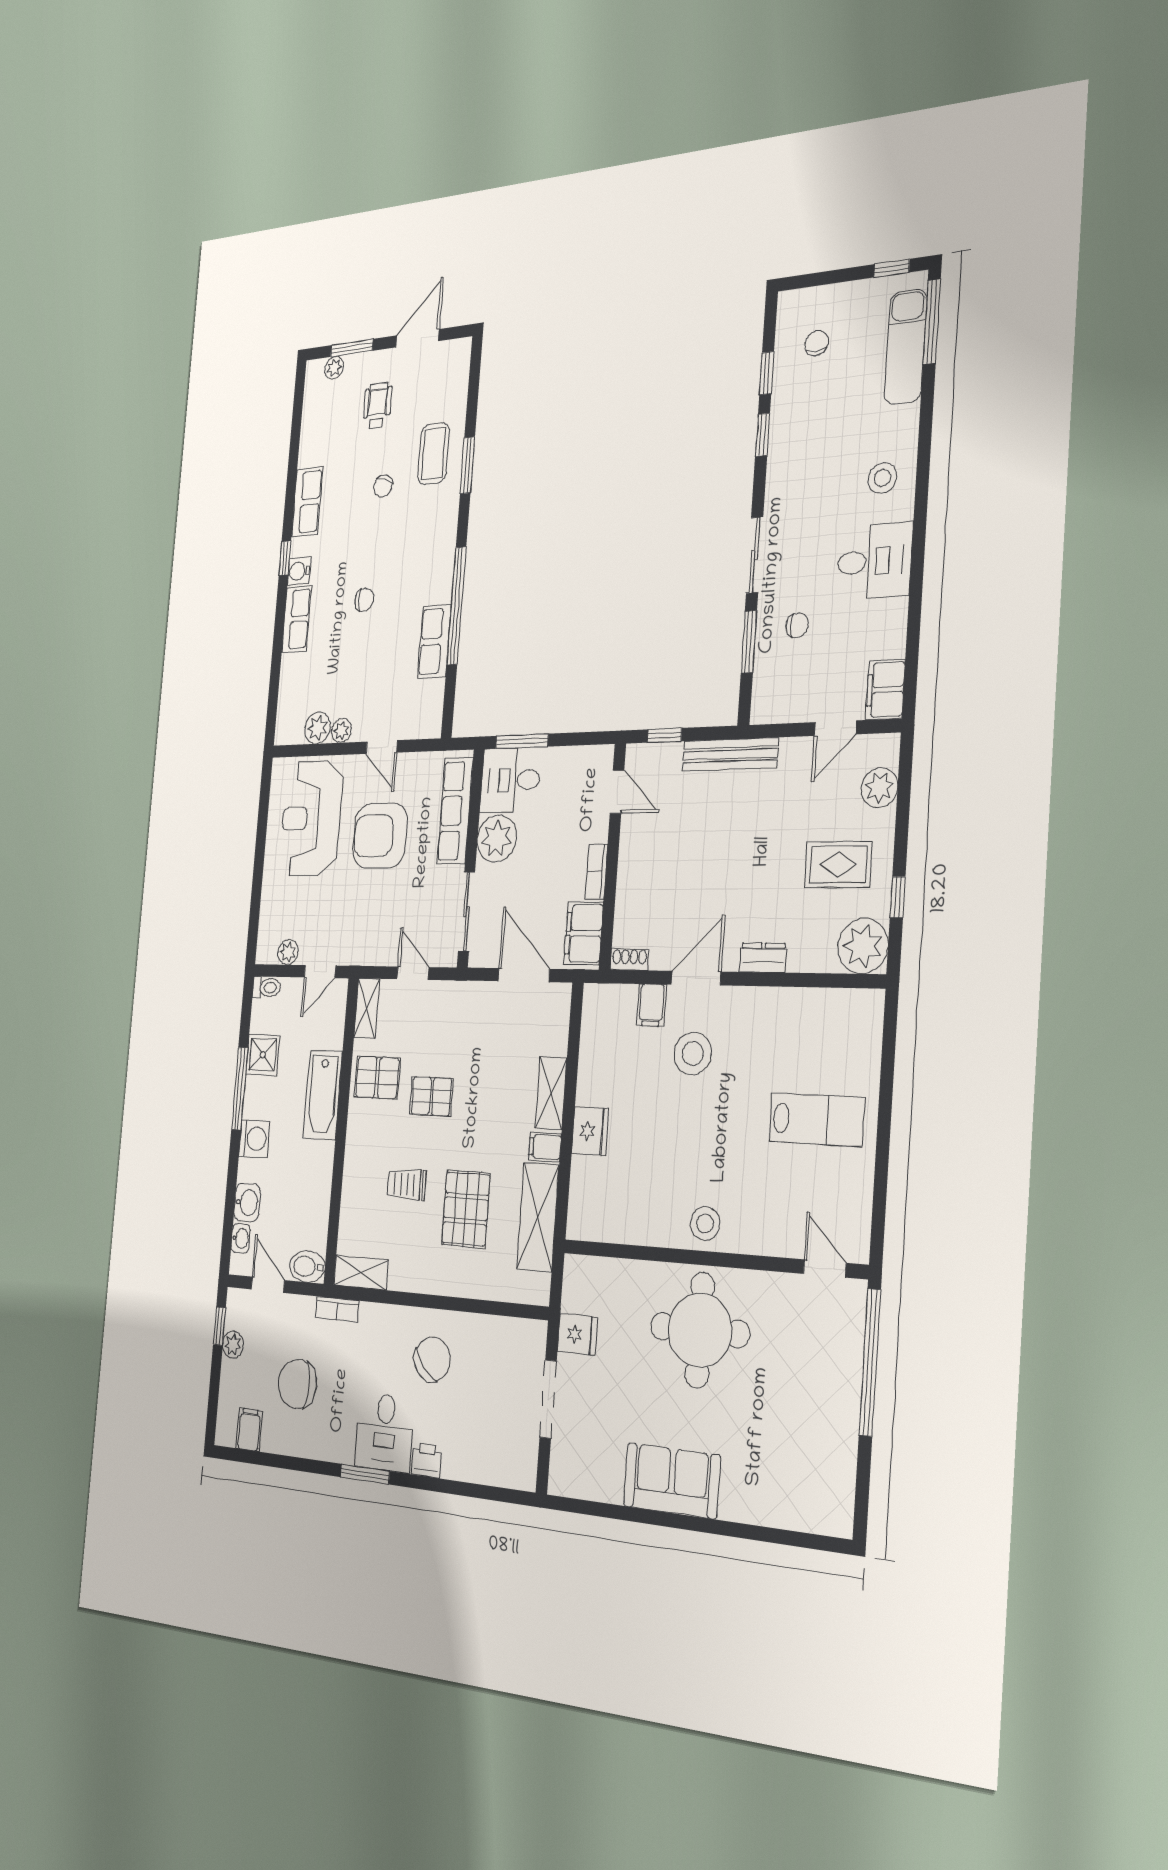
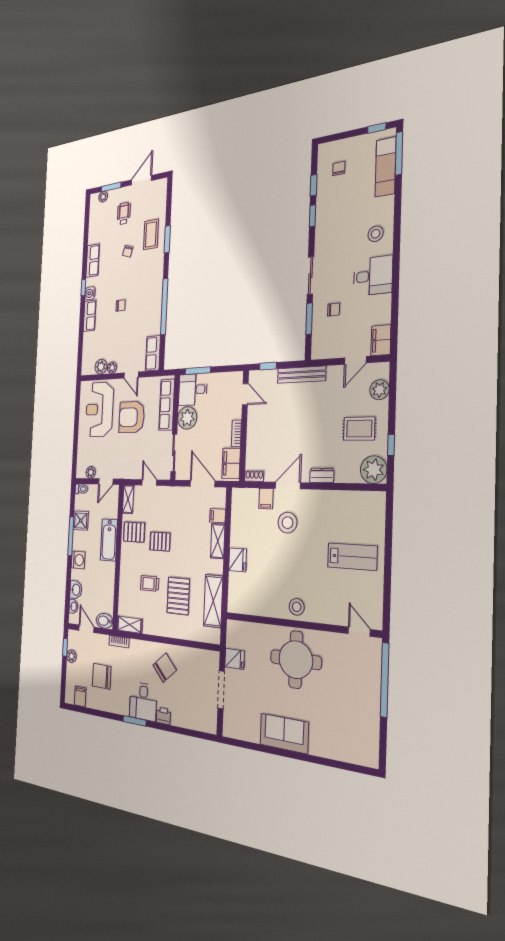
row of seats: (434, 641) -> (153, 353), moved
filing cabinet: (545, 1147) -> (218, 516), moved

